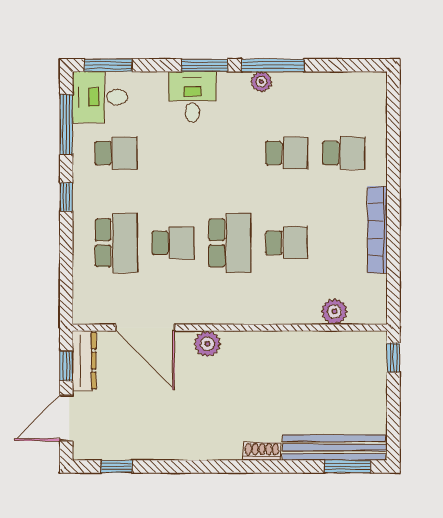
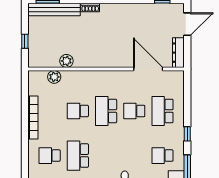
school desk: (287, 153) -> (78, 156), width x1.85
plant: (207, 344) -> (66, 61), moved
window: (393, 358) -> (25, 41), moved
window: (66, 366) -> (187, 50), removed

